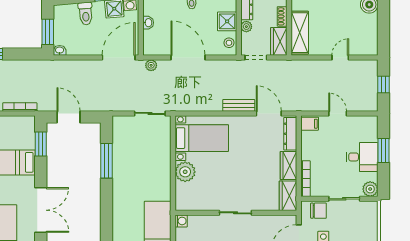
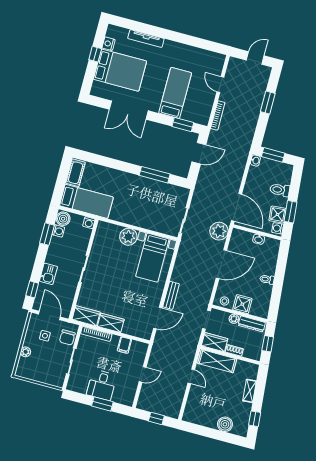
door: (340, 57) -> (191, 376), moved
plant: (151, 65) -> (219, 231), width x1.88, depth x1.88
filing cabinet: (310, 124) -> (124, 345), moved
dresser: (290, 134) -> (136, 331), removed
plant: (370, 189) -> (74, 385), removed

